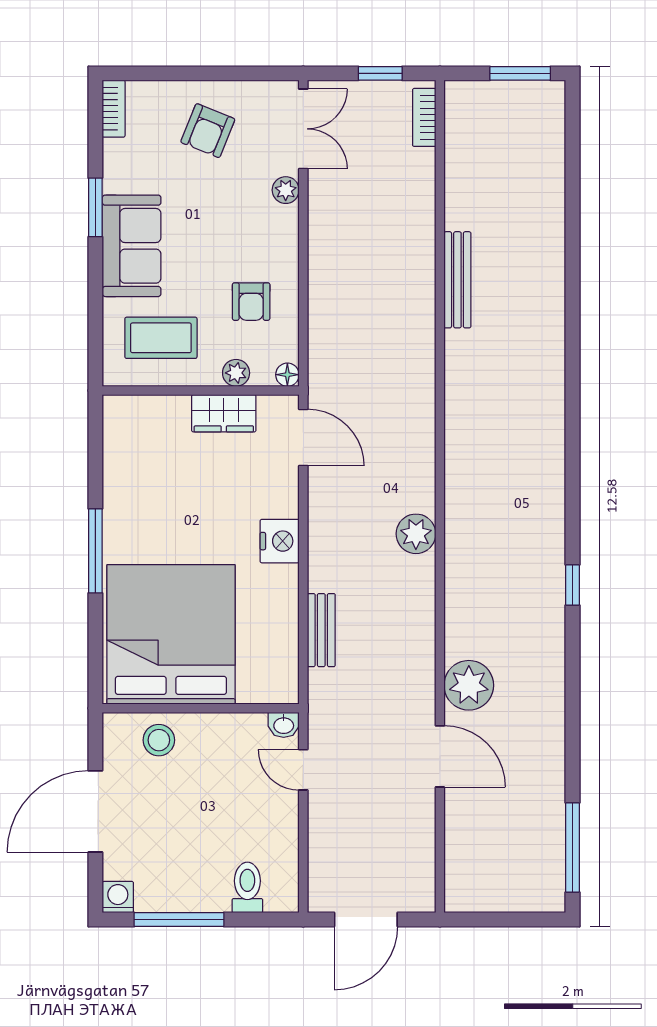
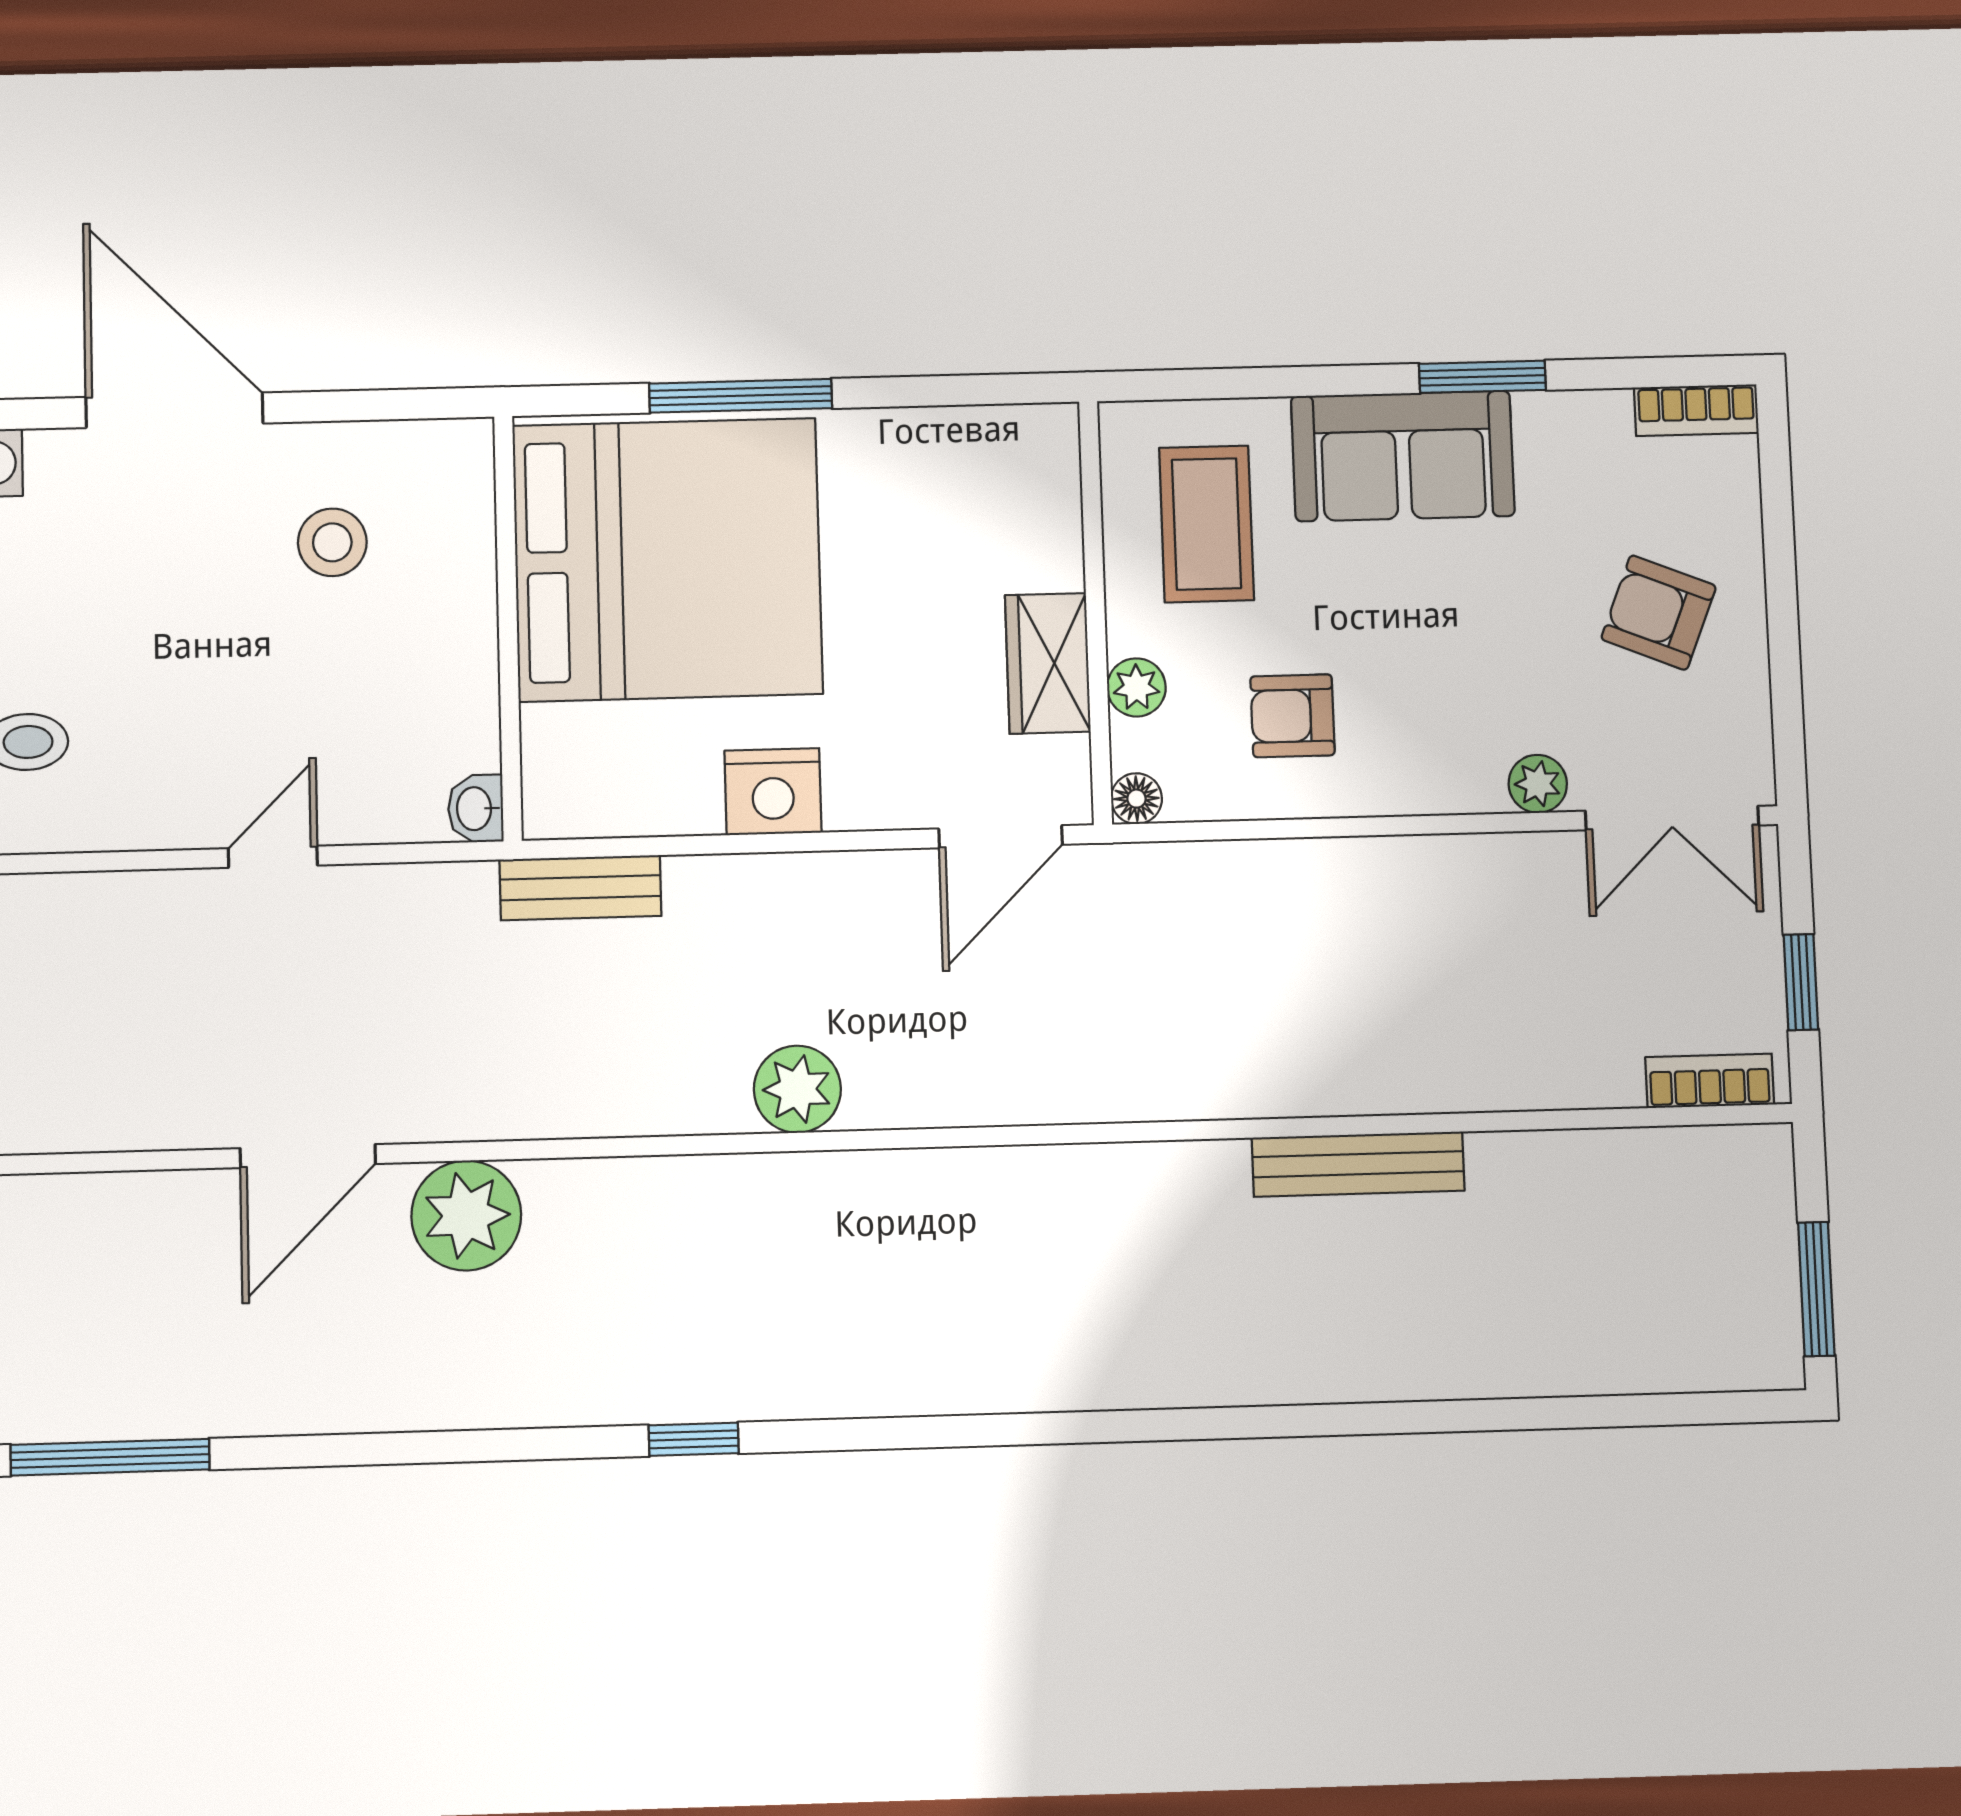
bed: (171, 634) -> (667, 560), moved
wall: (201, 708) -> (508, 628), moved
washbasin: (284, 725) -> (476, 809), moved

